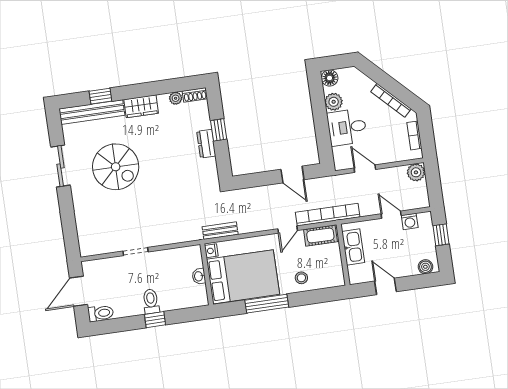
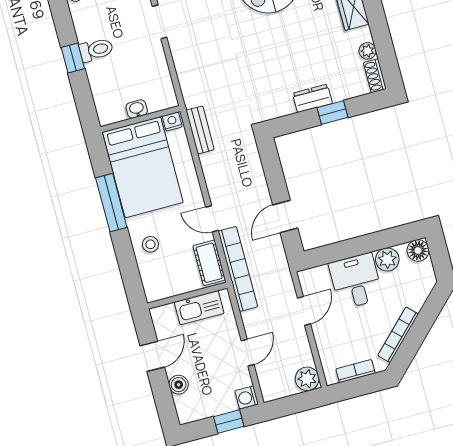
washing machine: (410, 221) -> (247, 398), moved
boiler: (425, 267) -> (179, 385), moved

